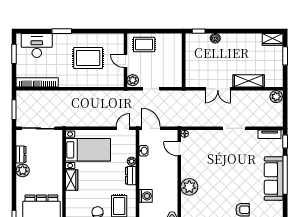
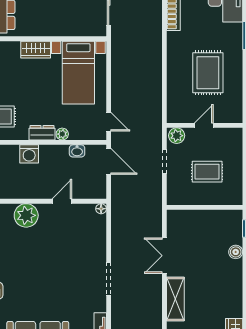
rug: (144, 44) -> (207, 172), moved, turned 90
door: (151, 128) -> (109, 161), hinge flipped
door: (179, 149) -> (62, 201), moved
washing machine: (146, 196) -> (29, 154), moved

